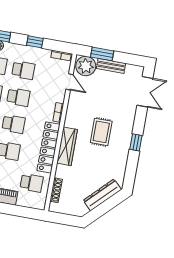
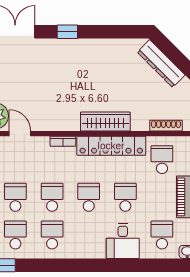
door: (69, 82) -> (20, 134), hinge flipped
rug: (101, 132) -> (78, 80), removed
window: (136, 142) -> (67, 32), moved

